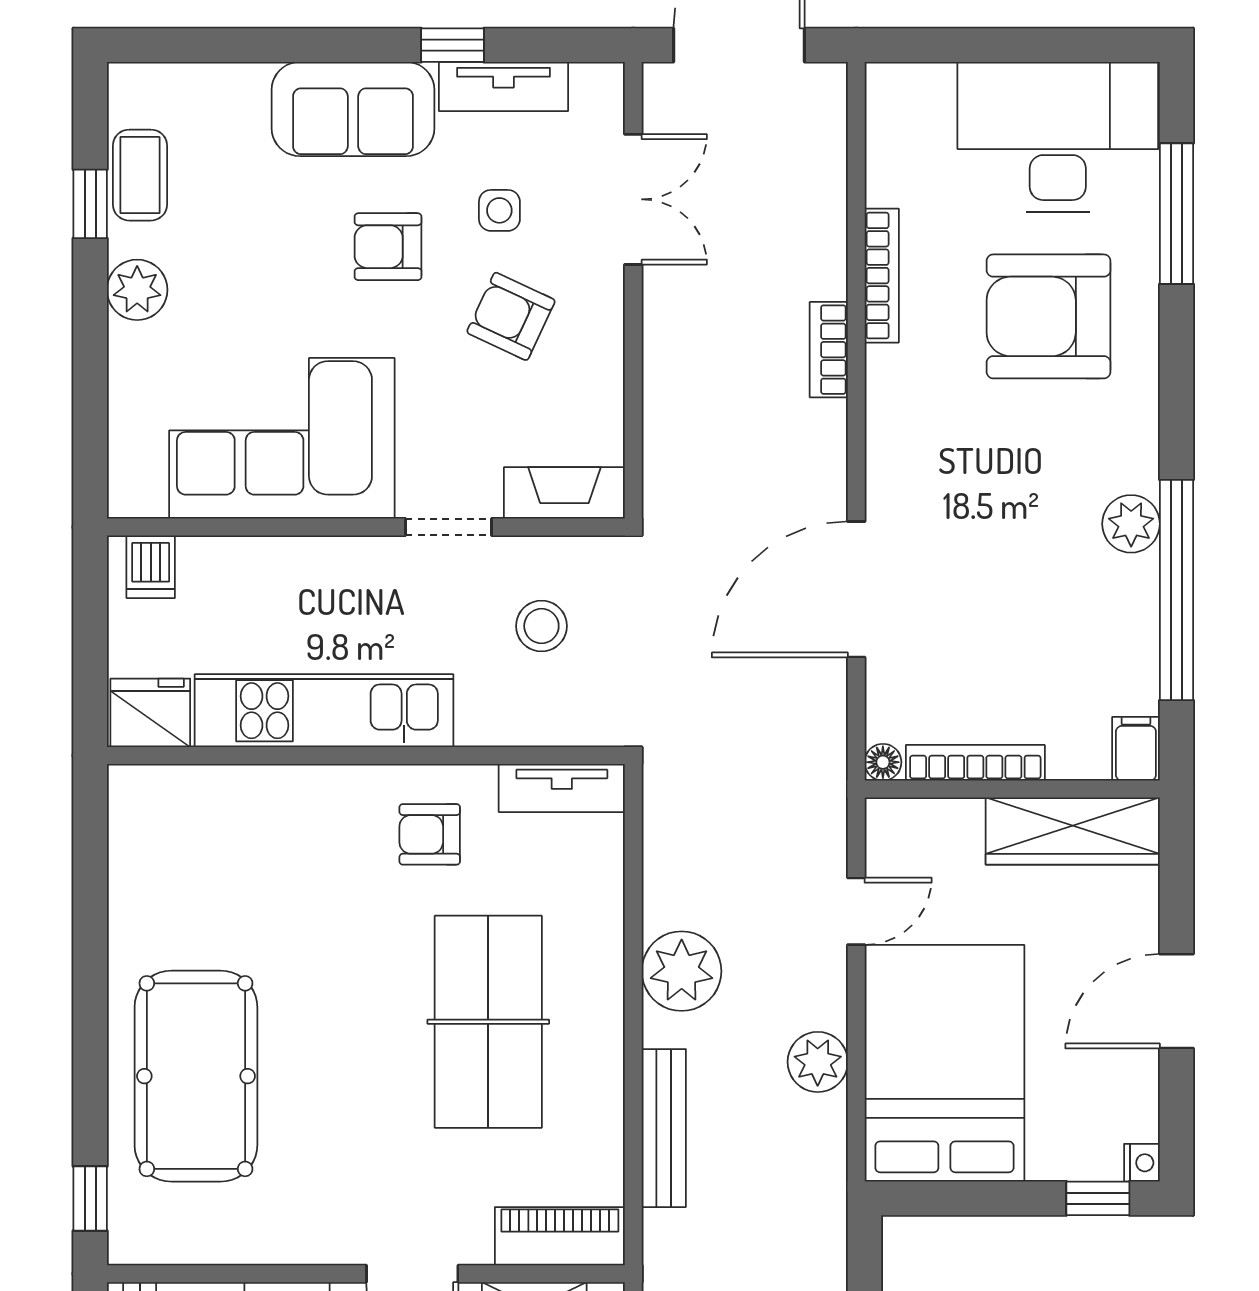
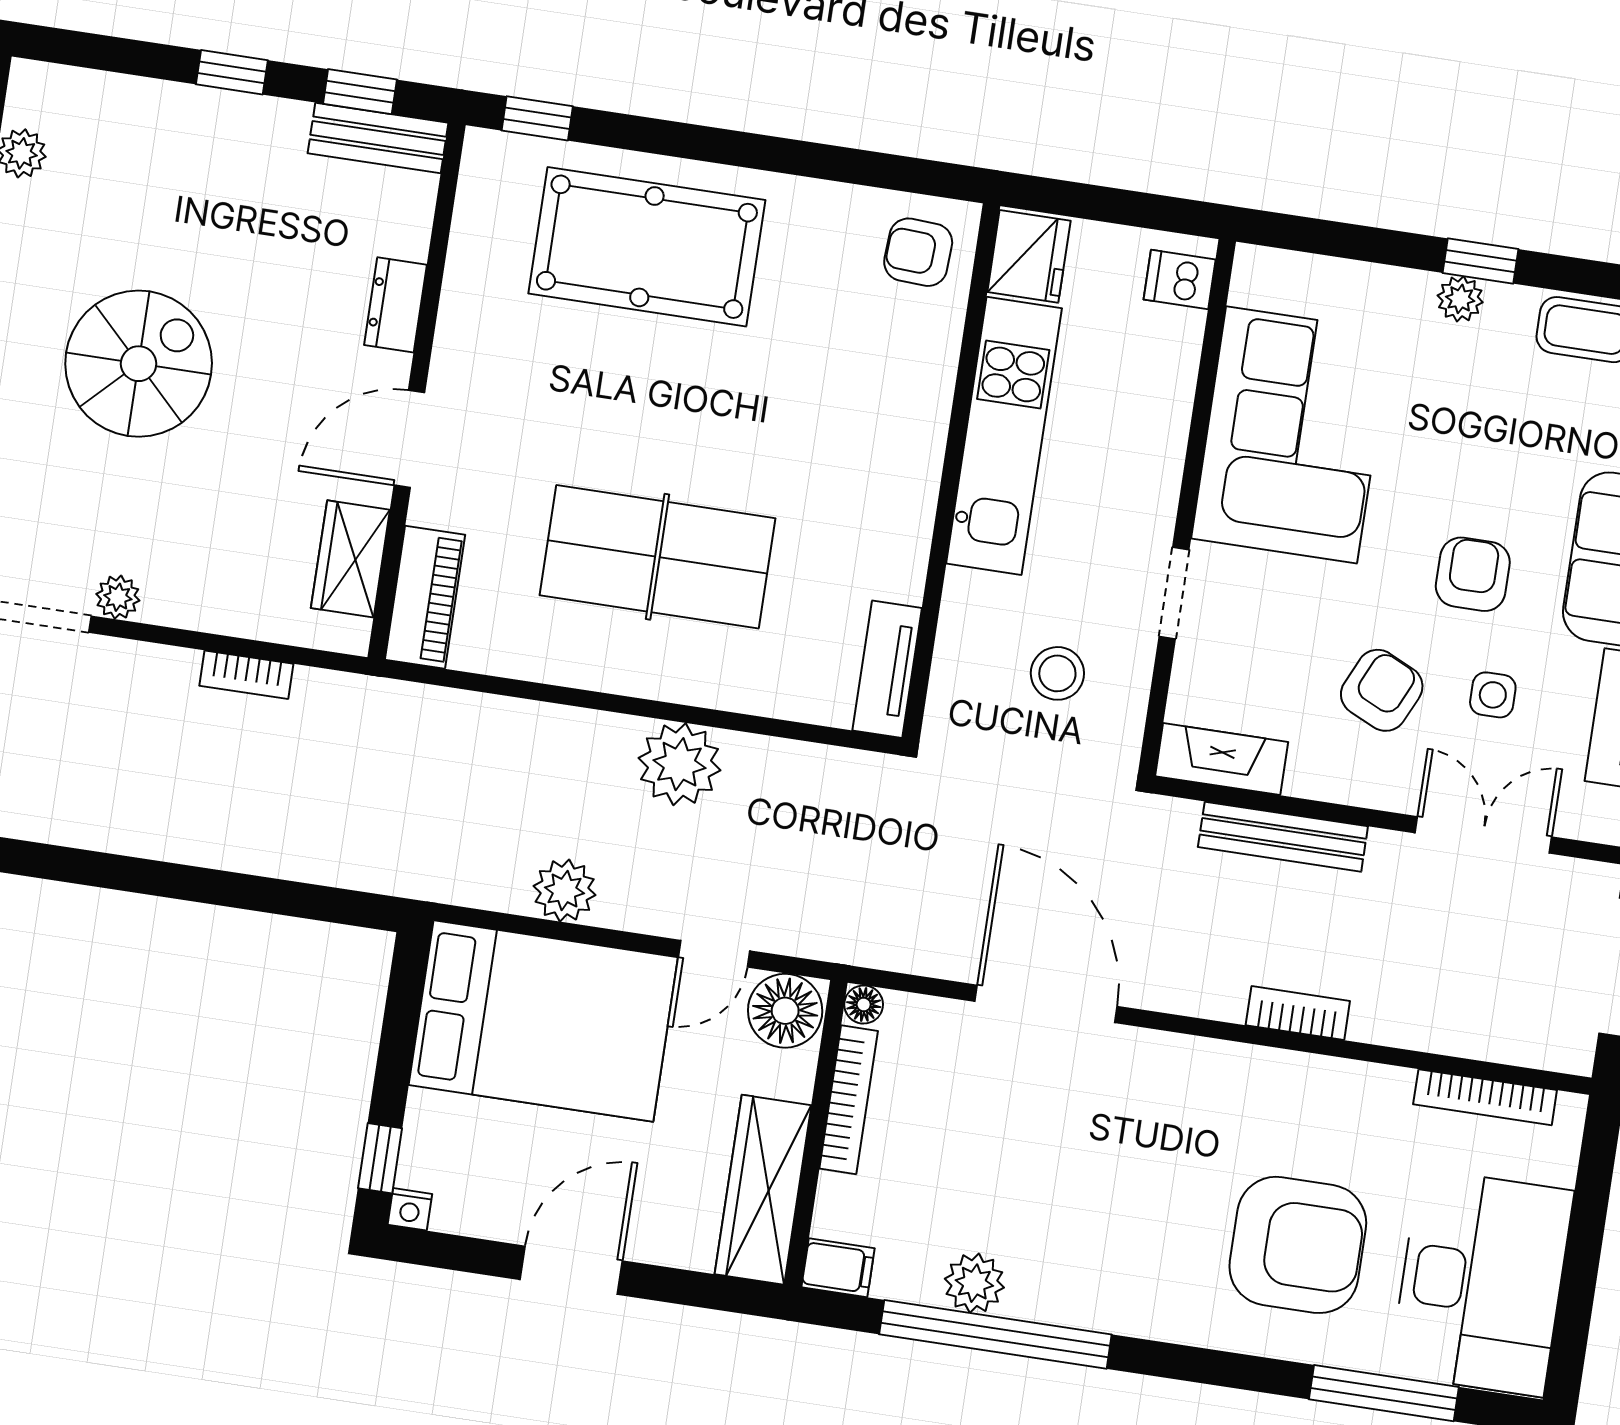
double door: (633, 199) -> (1483, 835), swing flipped
window: (90, 204) -> (1481, 261), moved
bookcase: (882, 276) -> (1485, 1097), moved
plant: (137, 290) -> (1460, 299), width x0.73, depth x0.73
armchair: (1049, 316) -> (1298, 1245), turned 90
fireplace: (564, 493) -> (1222, 759), moved, turned -90
plant: (1131, 524) -> (974, 1283), moved
armchair: (430, 834) -> (918, 252), moved, turned -87
floor lamp: (900, 836) -> (785, 1011), added
door: (856, 911) -> (714, 954), hinge flipped
door: (1177, 1001) -> (571, 1270), hinge flipped
bench: (664, 1128) -> (1283, 837), moved

